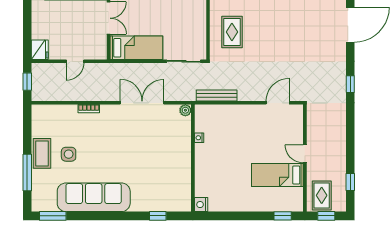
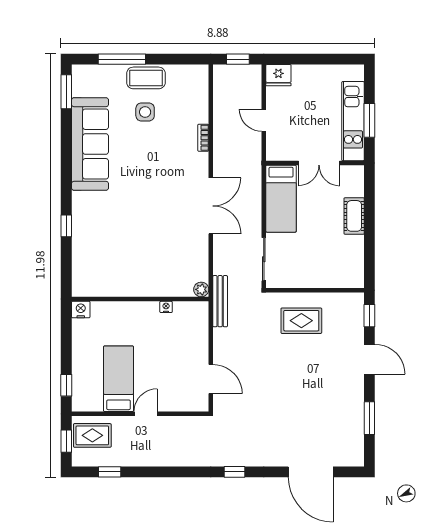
plant: (185, 110) -> (201, 289), moved
nightstand: (199, 138) -> (166, 307), moved
wall: (193, 158) -> (140, 299), moved
nightstand: (201, 205) -> (81, 310), moved

